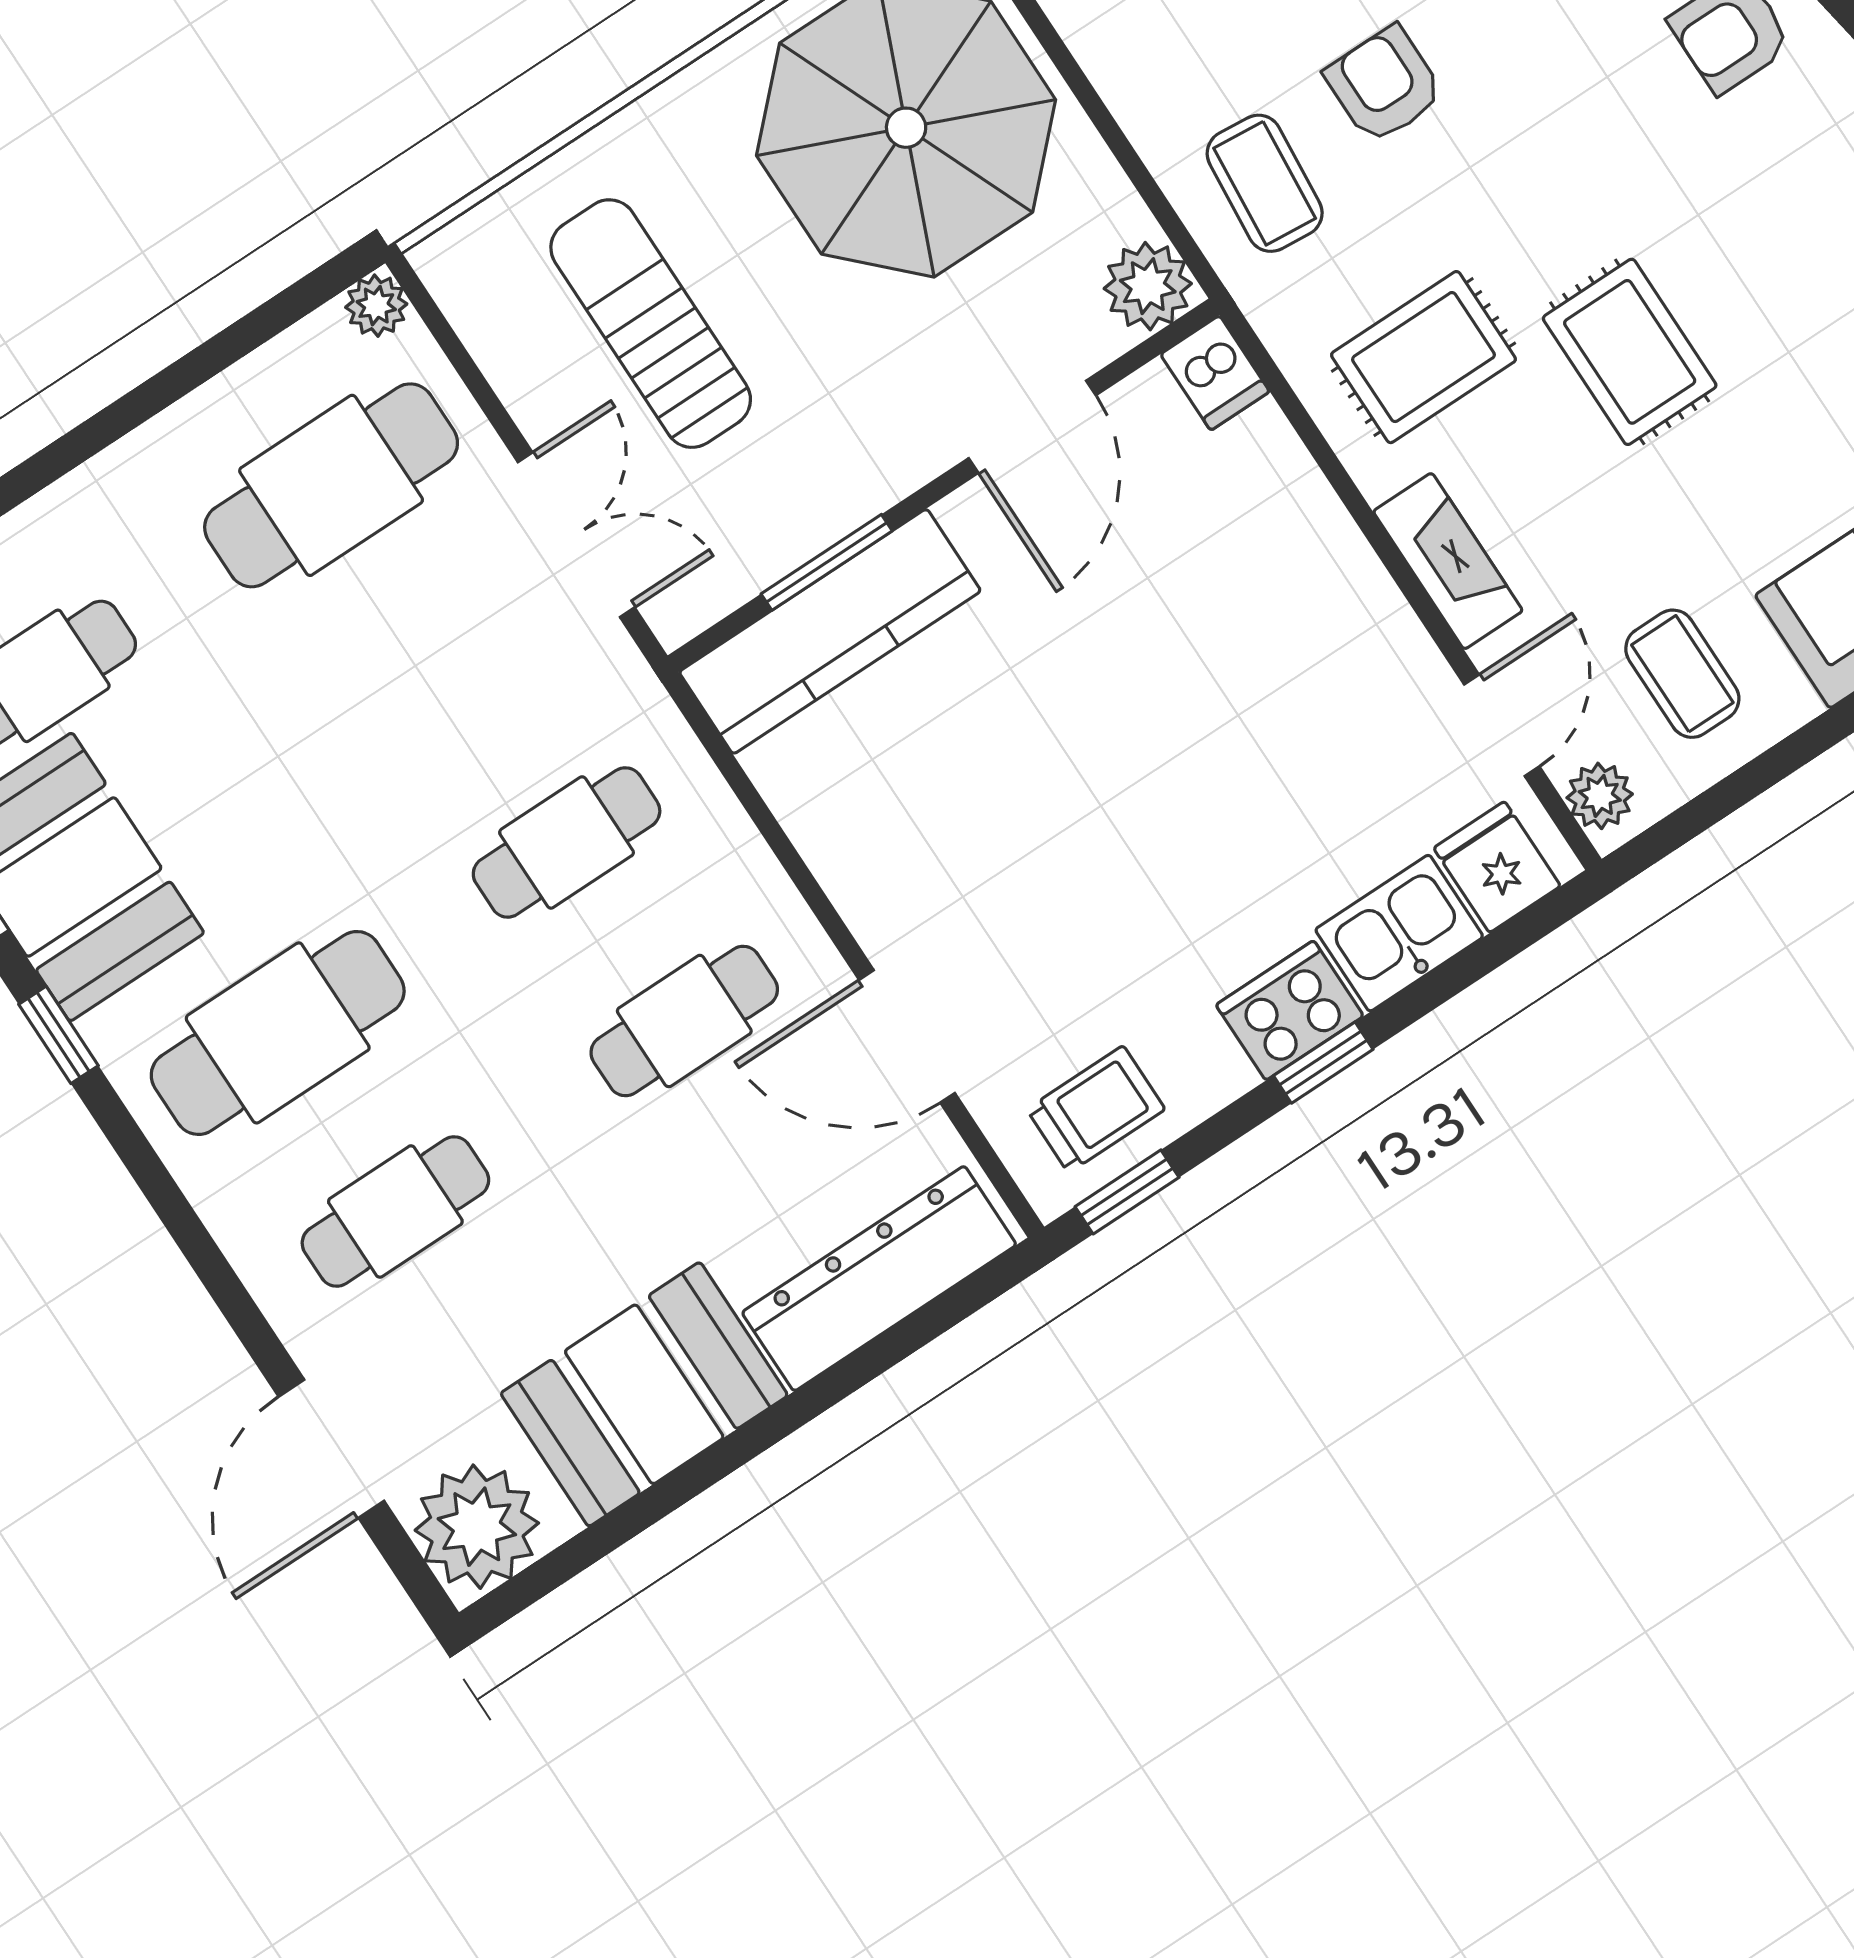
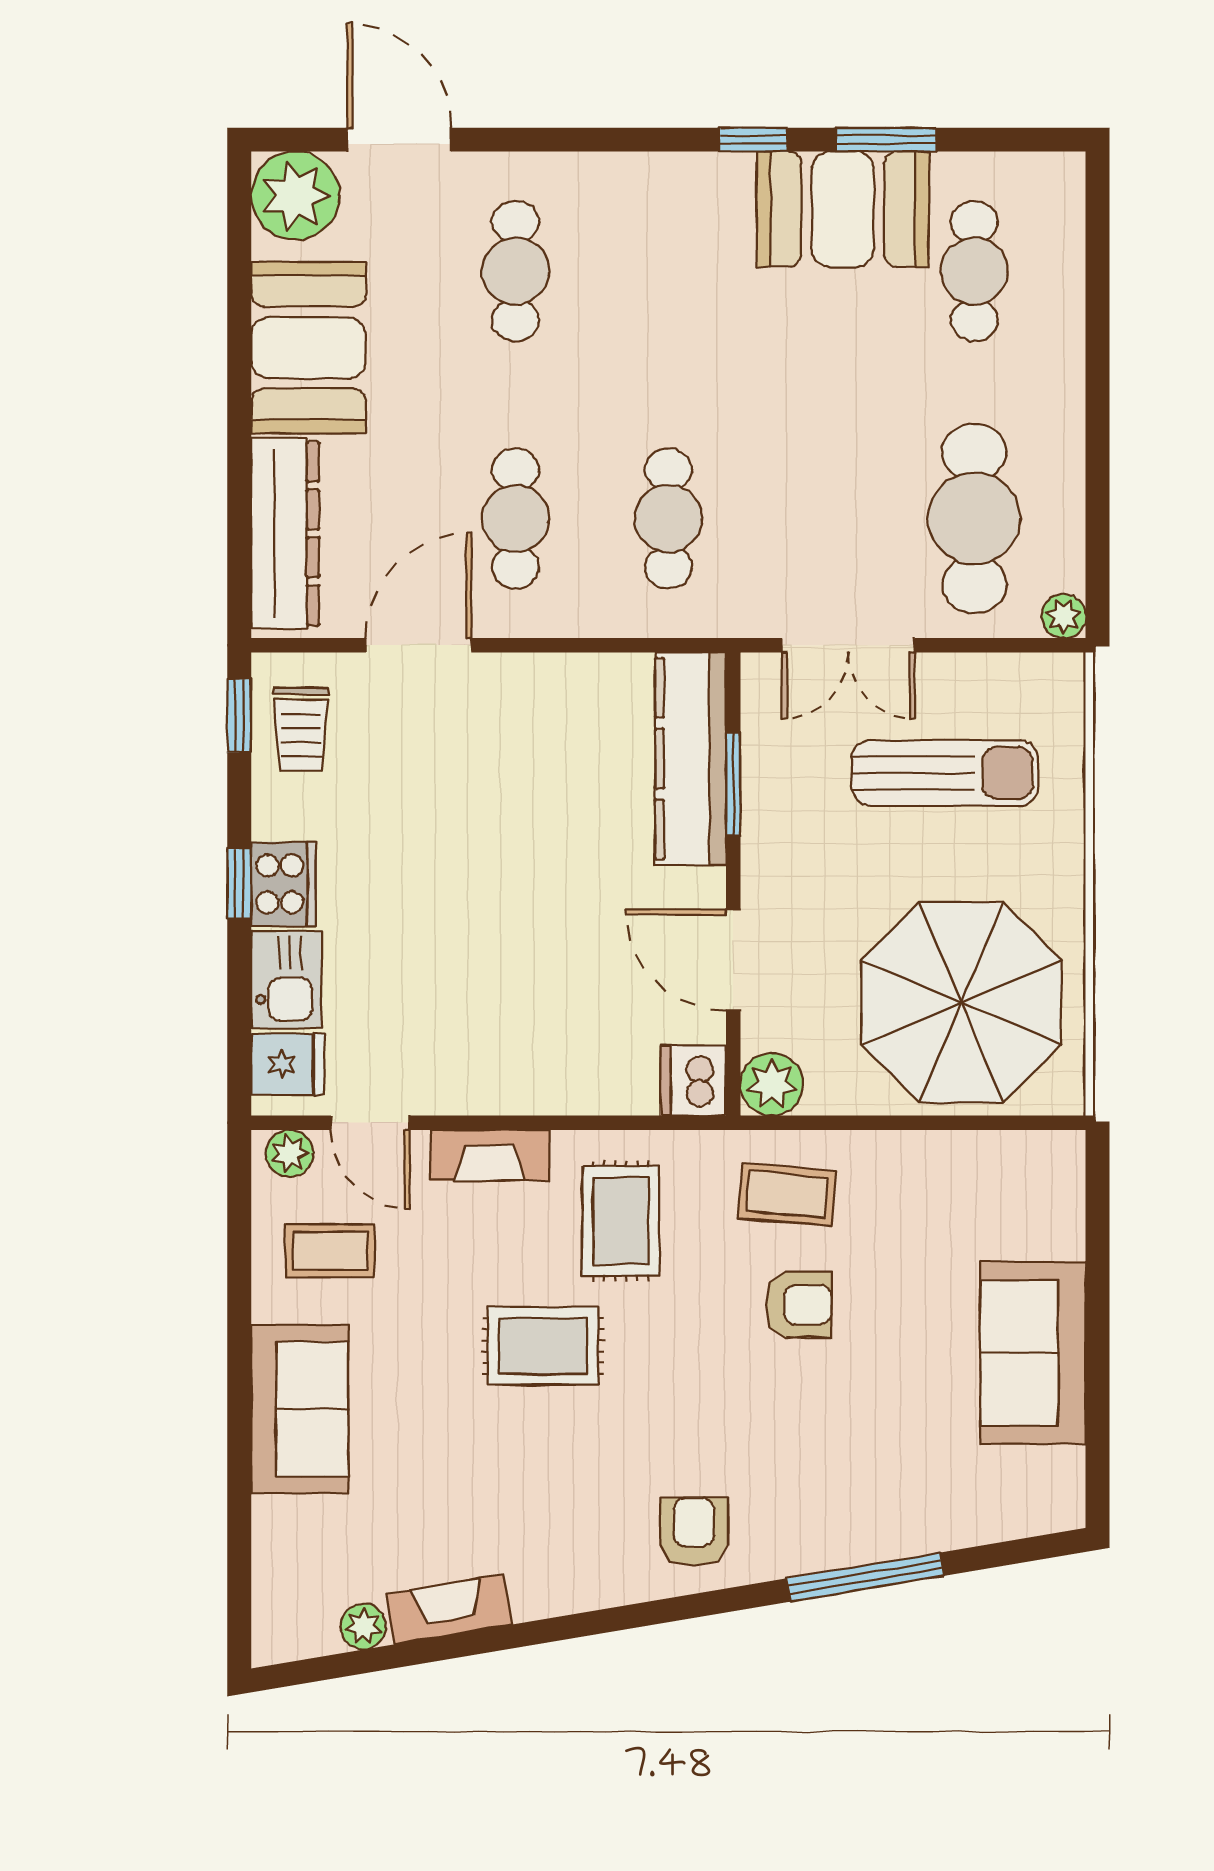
dishwasher: (1215, 373) -> (693, 1081), width x1.38
cafe table: (278, 1033) -> (668, 271), removed

